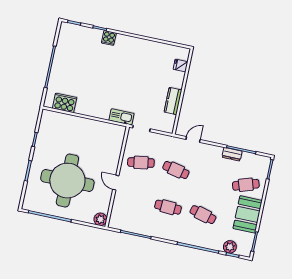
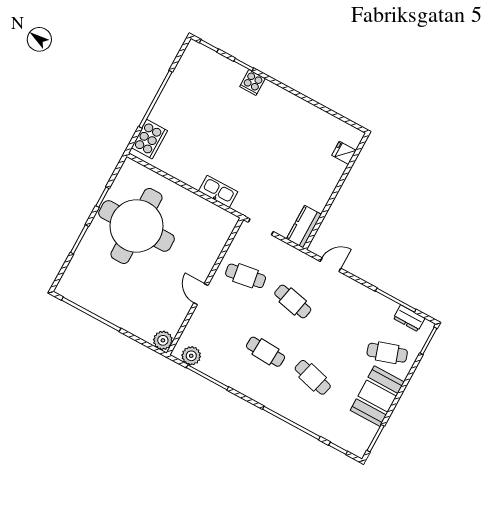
kitchen counter: (173, 101) -> (304, 227), moved
cooker: (65, 103) -> (149, 139), moved, turned 90
kitchen sink: (122, 117) -> (218, 191), moved
dresser: (232, 154) -> (409, 318), moved
round table: (67, 181) -> (136, 226), moved
plant: (230, 247) -> (191, 356), moved

